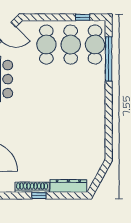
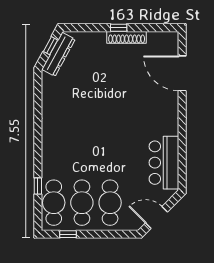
window: (109, 59) -> (38, 186), width x0.32
window: (98, 180) -> (50, 46), added
dresser: (68, 186) -> (58, 54), moved, turned -61

